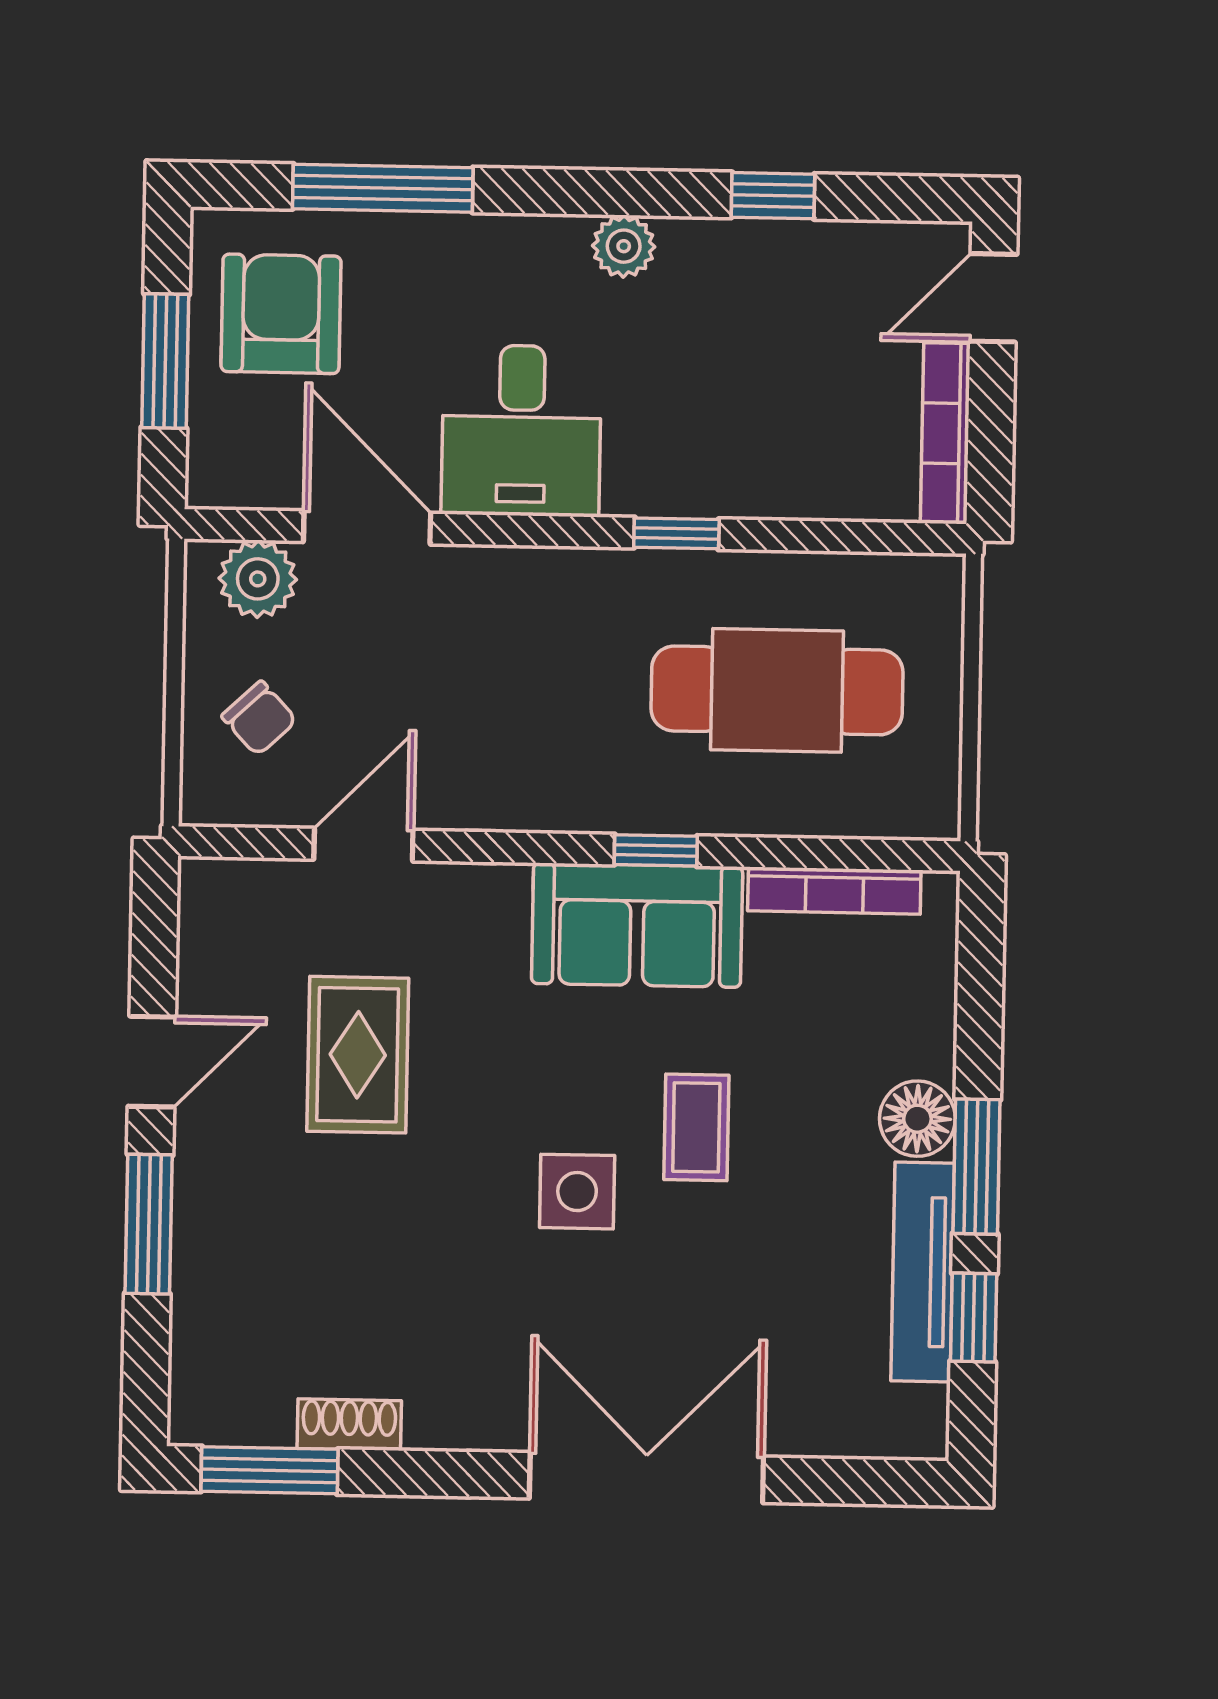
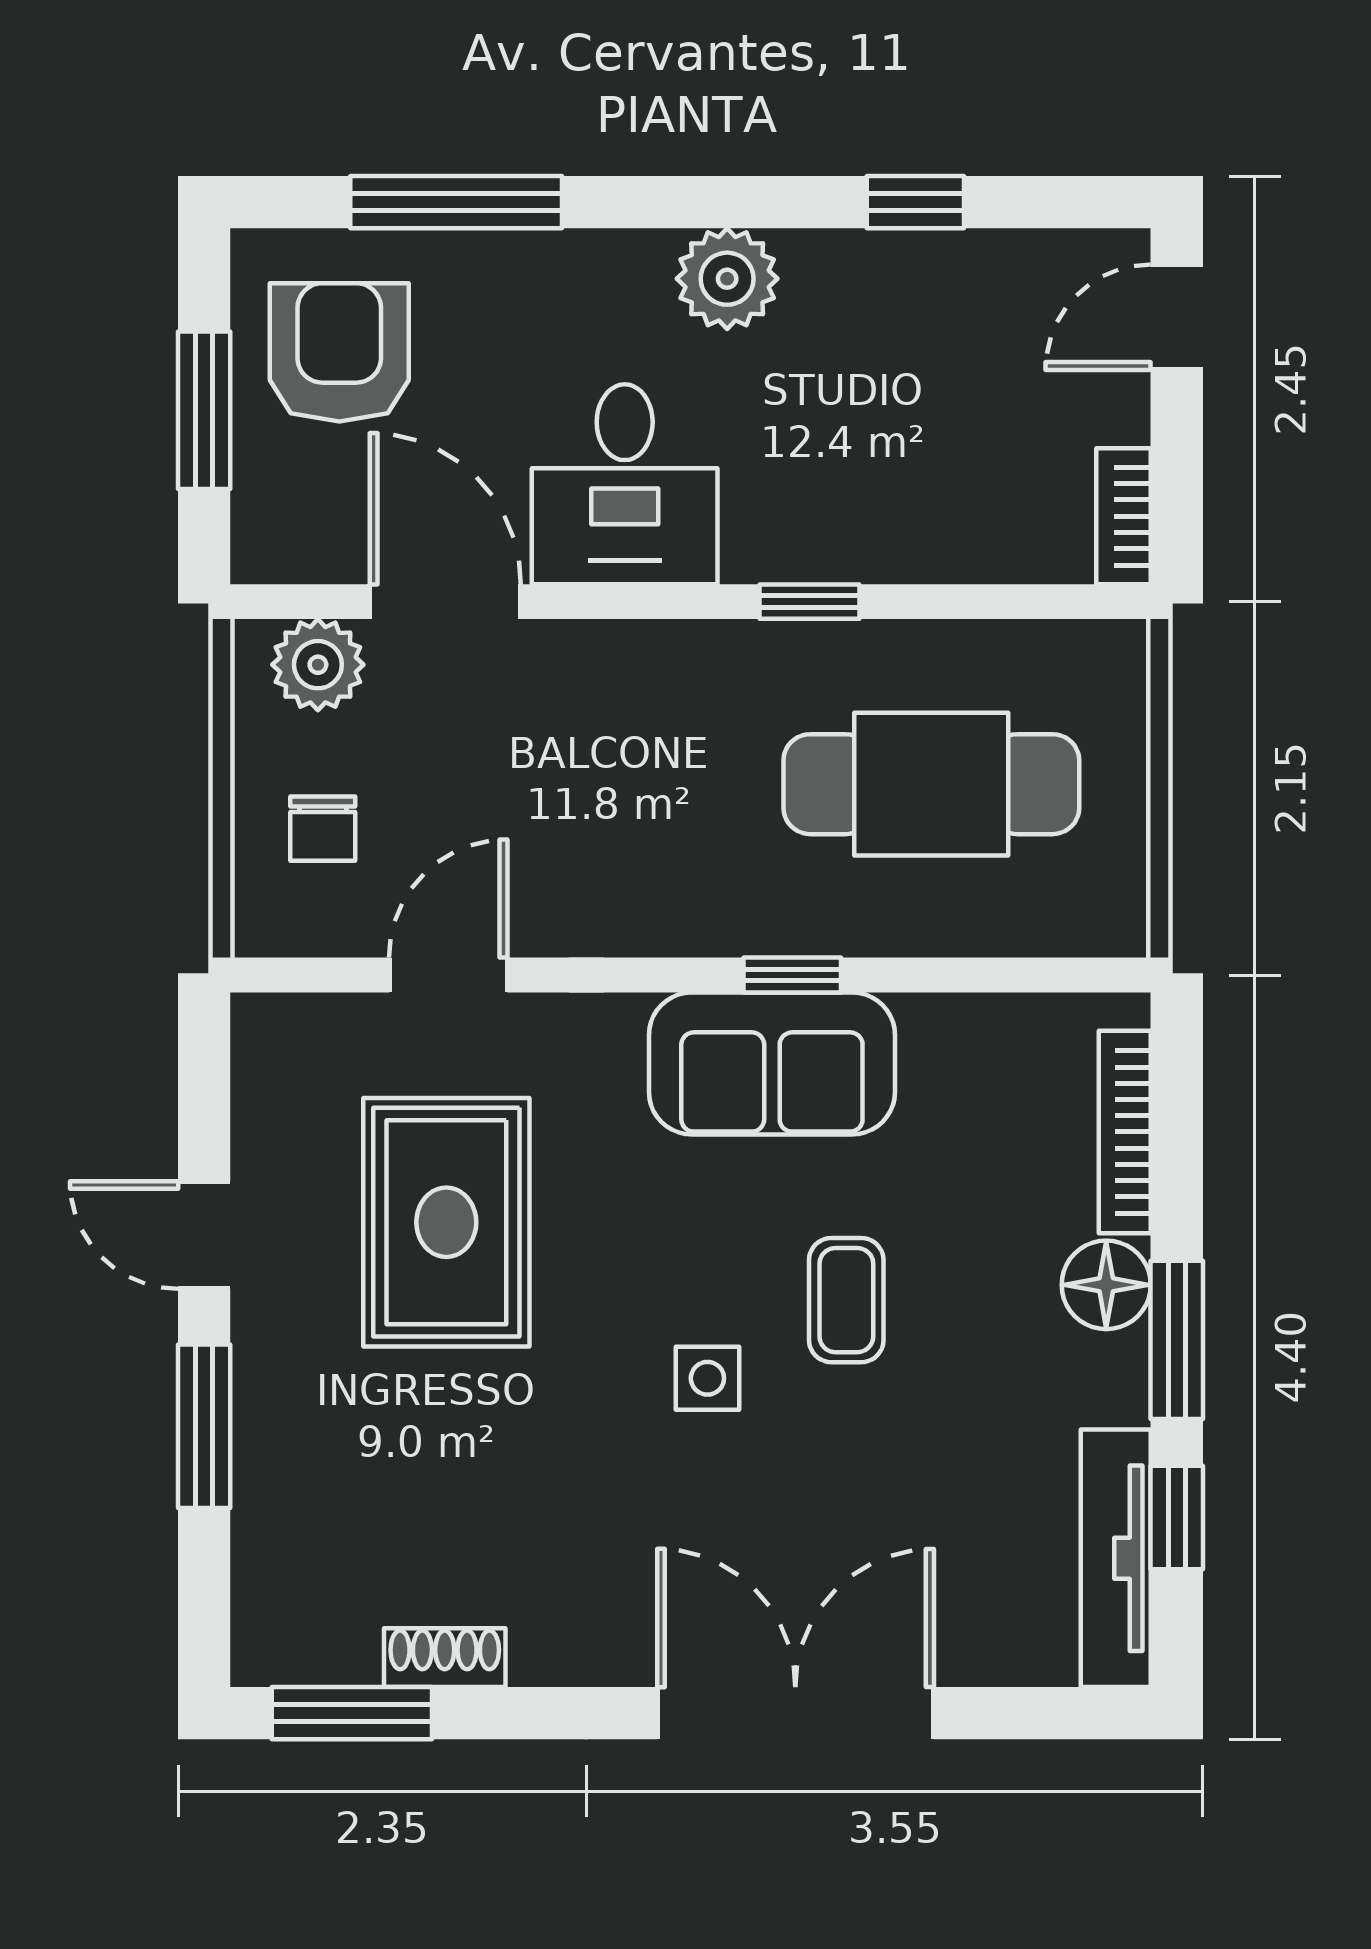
plant: (624, 246) -> (727, 279), width x1.38, depth x1.38
bookcase: (945, 433) -> (1123, 516), width x0.64
chair: (259, 718) -> (323, 829), turned 43
bookcase: (834, 891) -> (1125, 1132), moved, turned 90
rug: (358, 1055) -> (446, 1222), width x1.36, depth x1.43
door: (152, 1062) -> (204, 1235), swing flipped
side table: (577, 1192) -> (707, 1378), width x0.73, depth x0.73
tv unit: (923, 1272) -> (1116, 1558), moved

